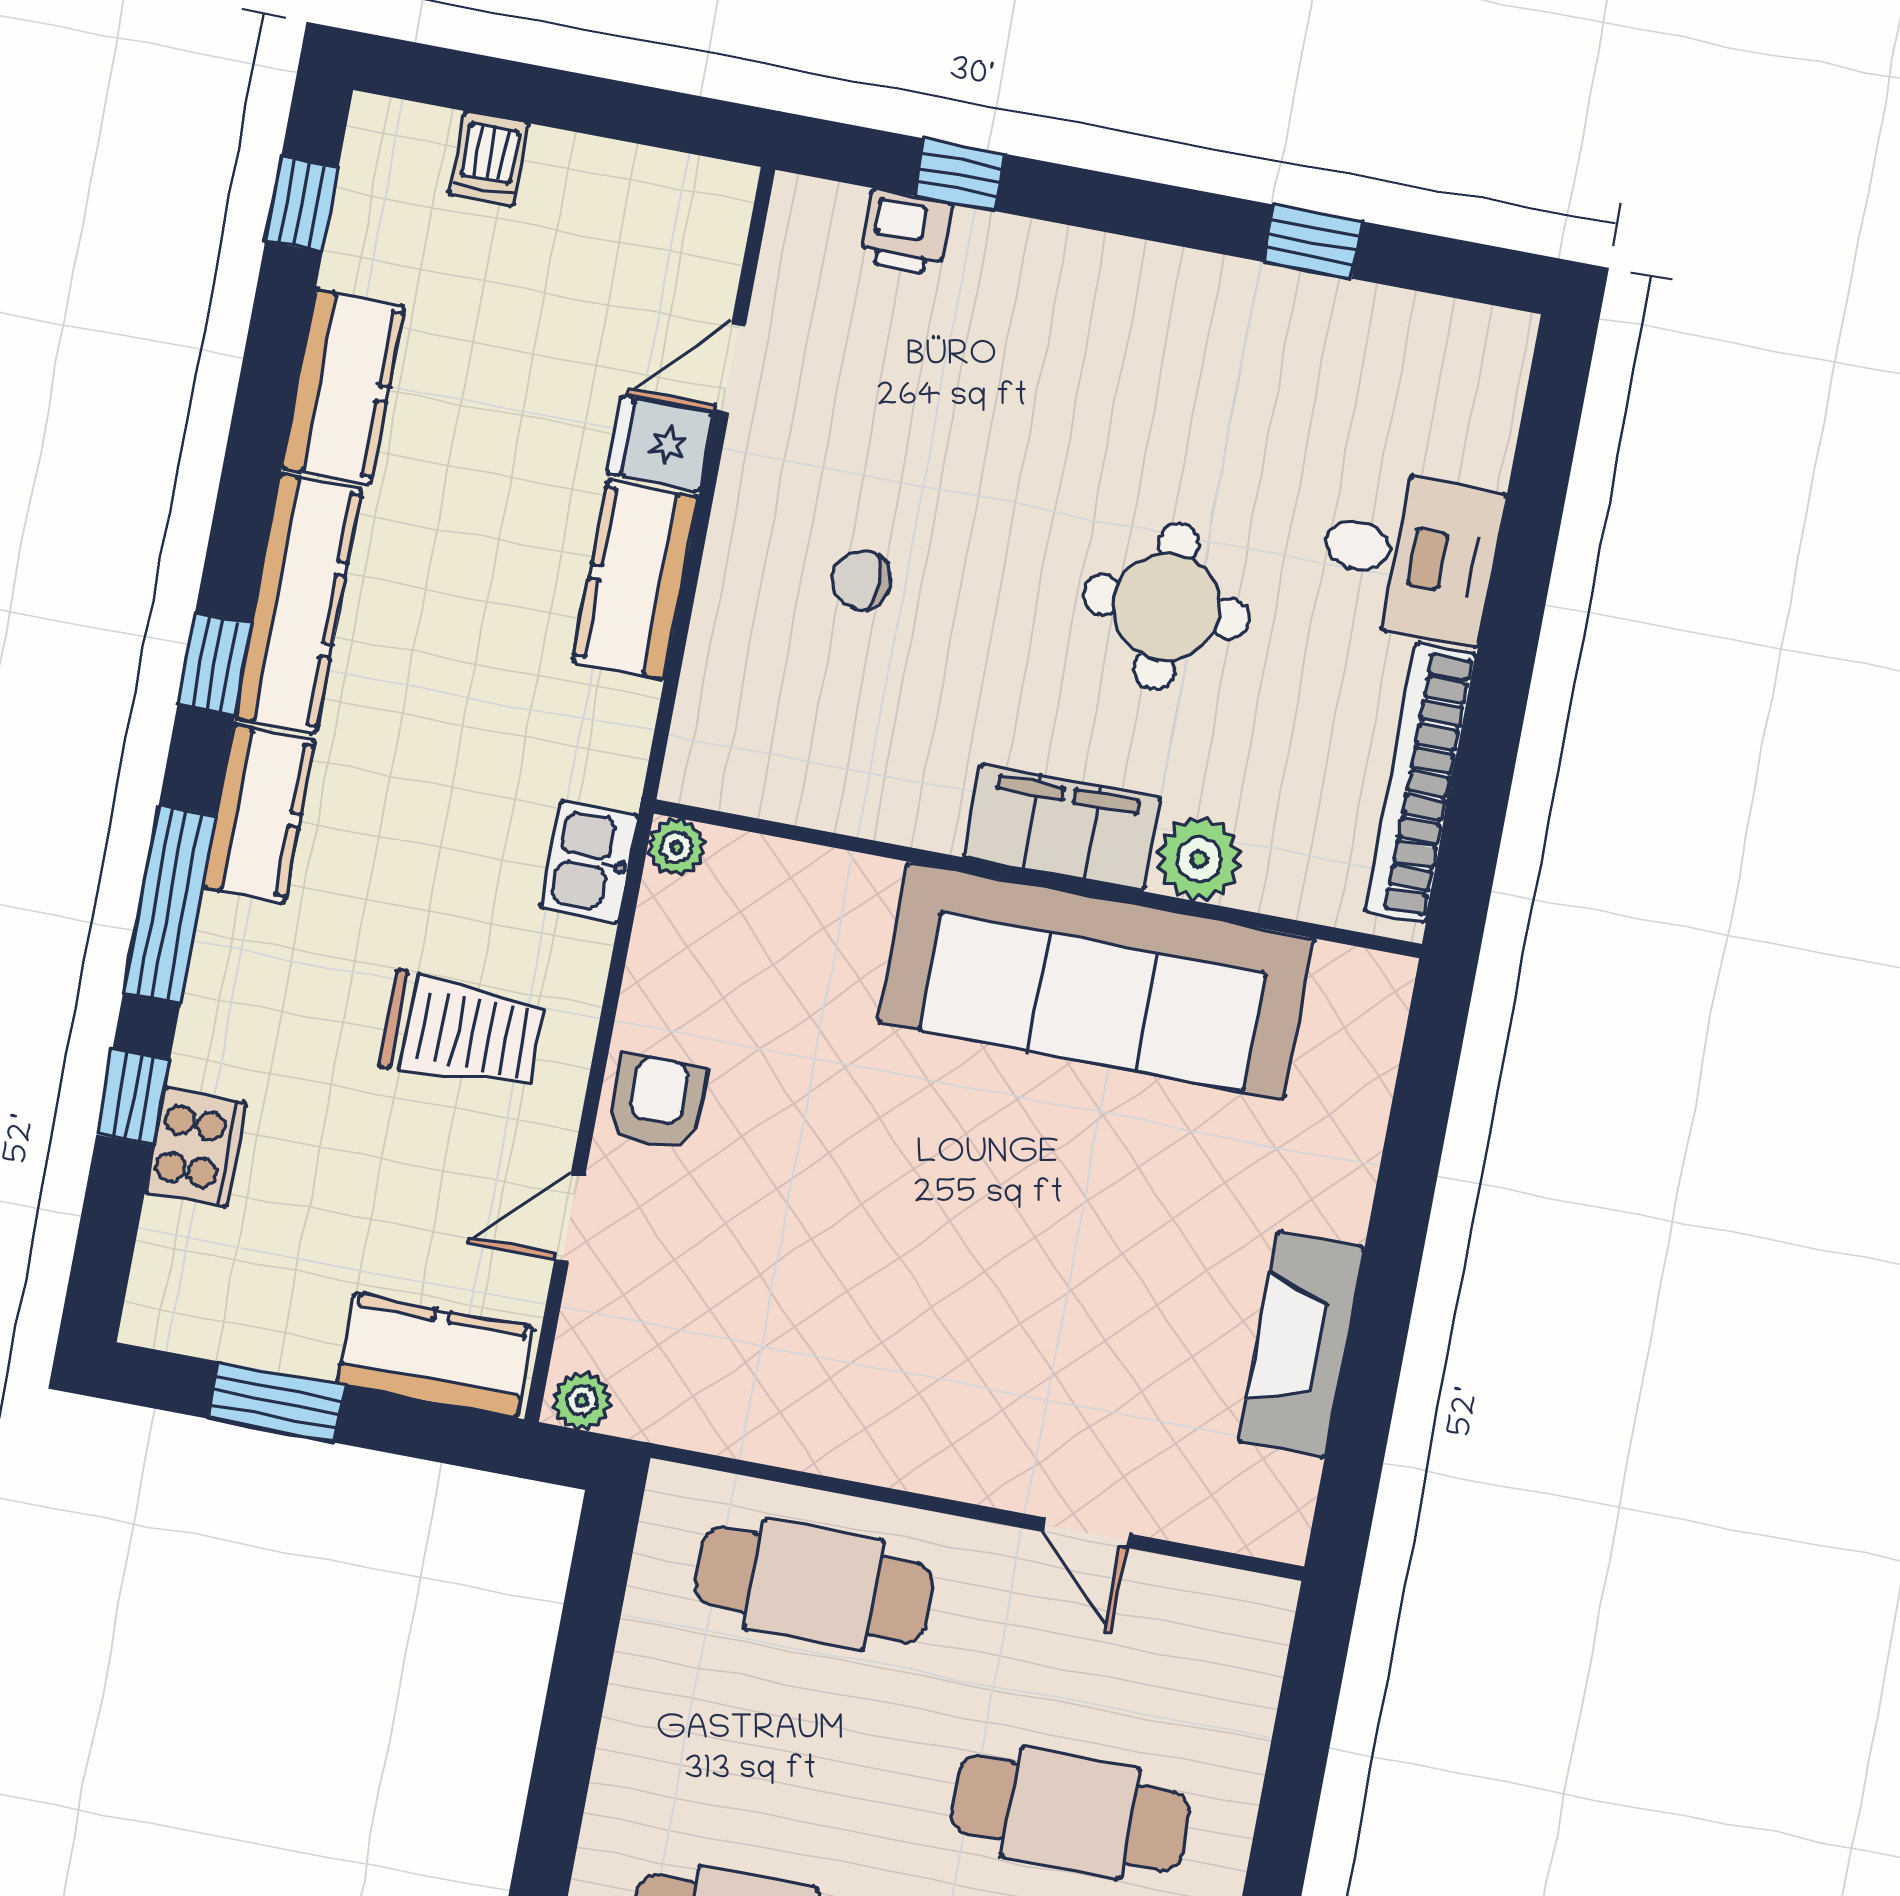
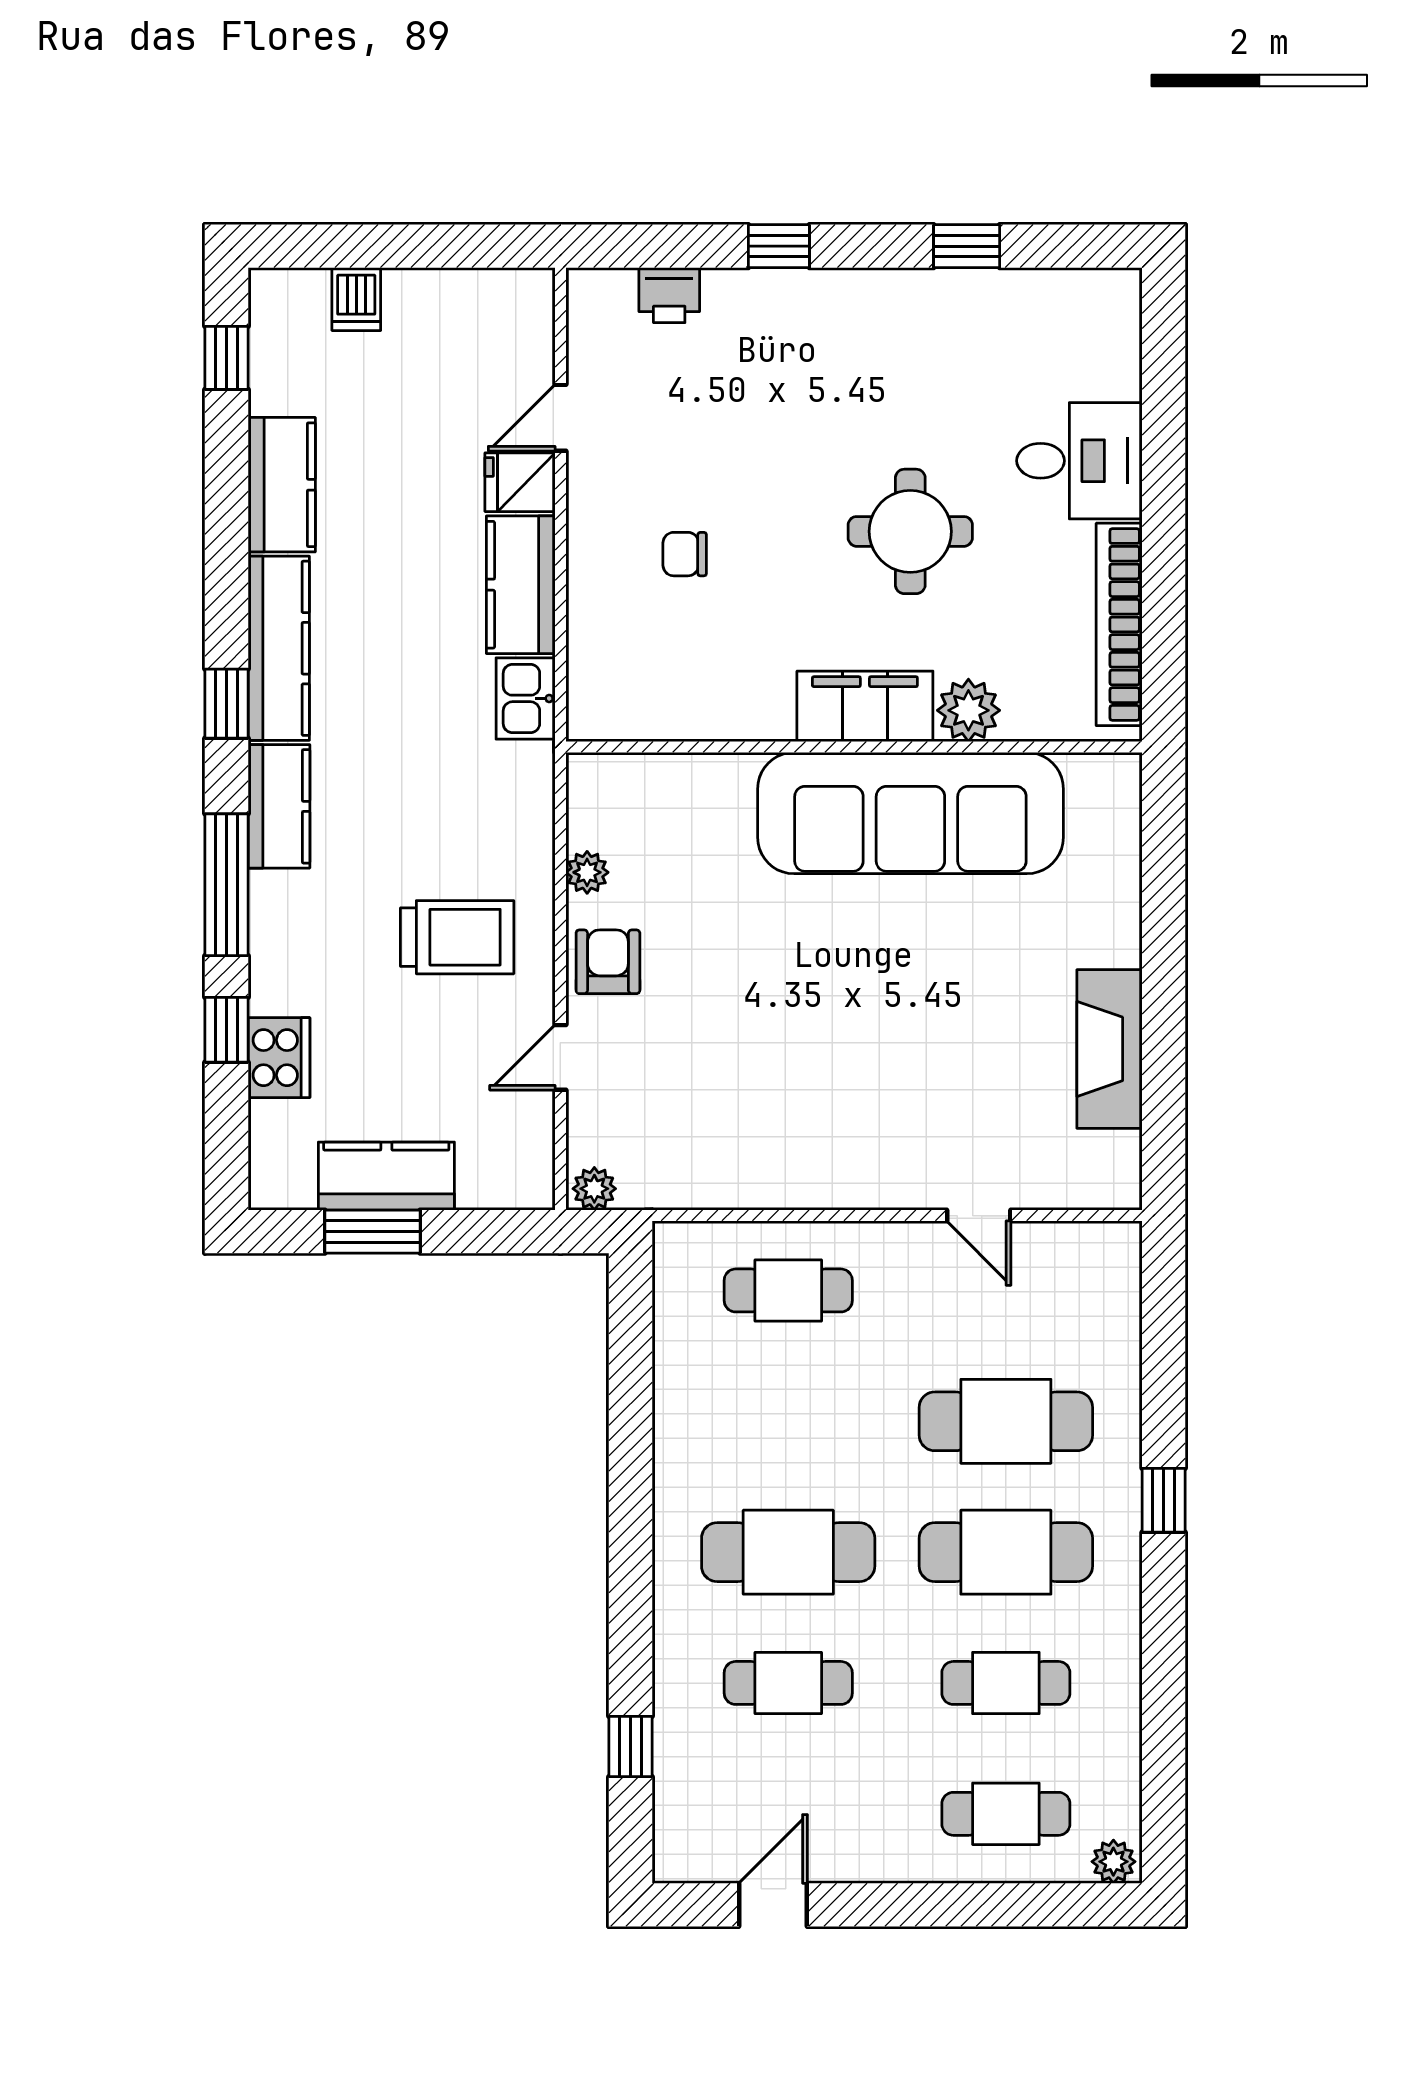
window: (960, 175) -> (779, 246), moved
plant: (676, 847) -> (587, 872), moved
kitchen sink: (589, 862) -> (526, 698), moved
kitchen counter: (435, 1356) -> (386, 1176), moved
cafe table: (814, 1584) -> (788, 1290), width x0.73, depth x0.74

